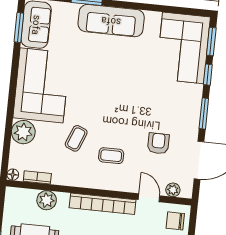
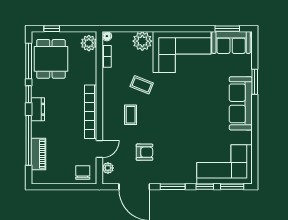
plant: (47, 200) -> (89, 43), moved

